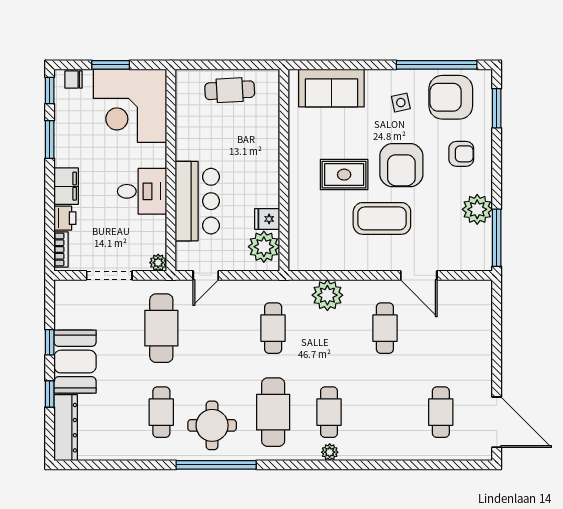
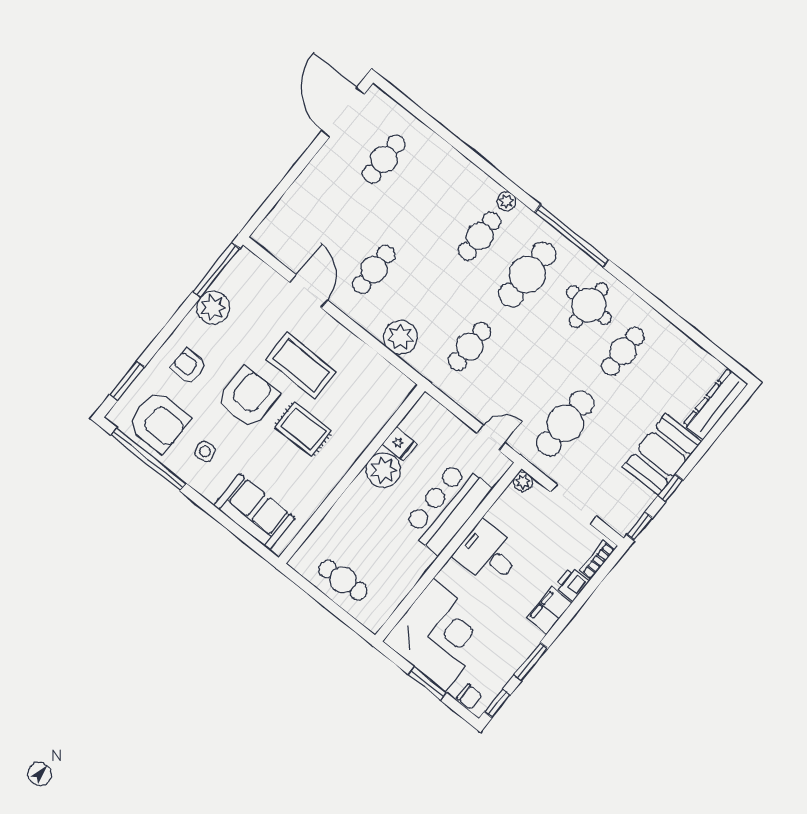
plant: (264, 247) -> (383, 470), moved
window: (50, 394) -> (640, 526), moved
window: (216, 465) -> (572, 236), moved

